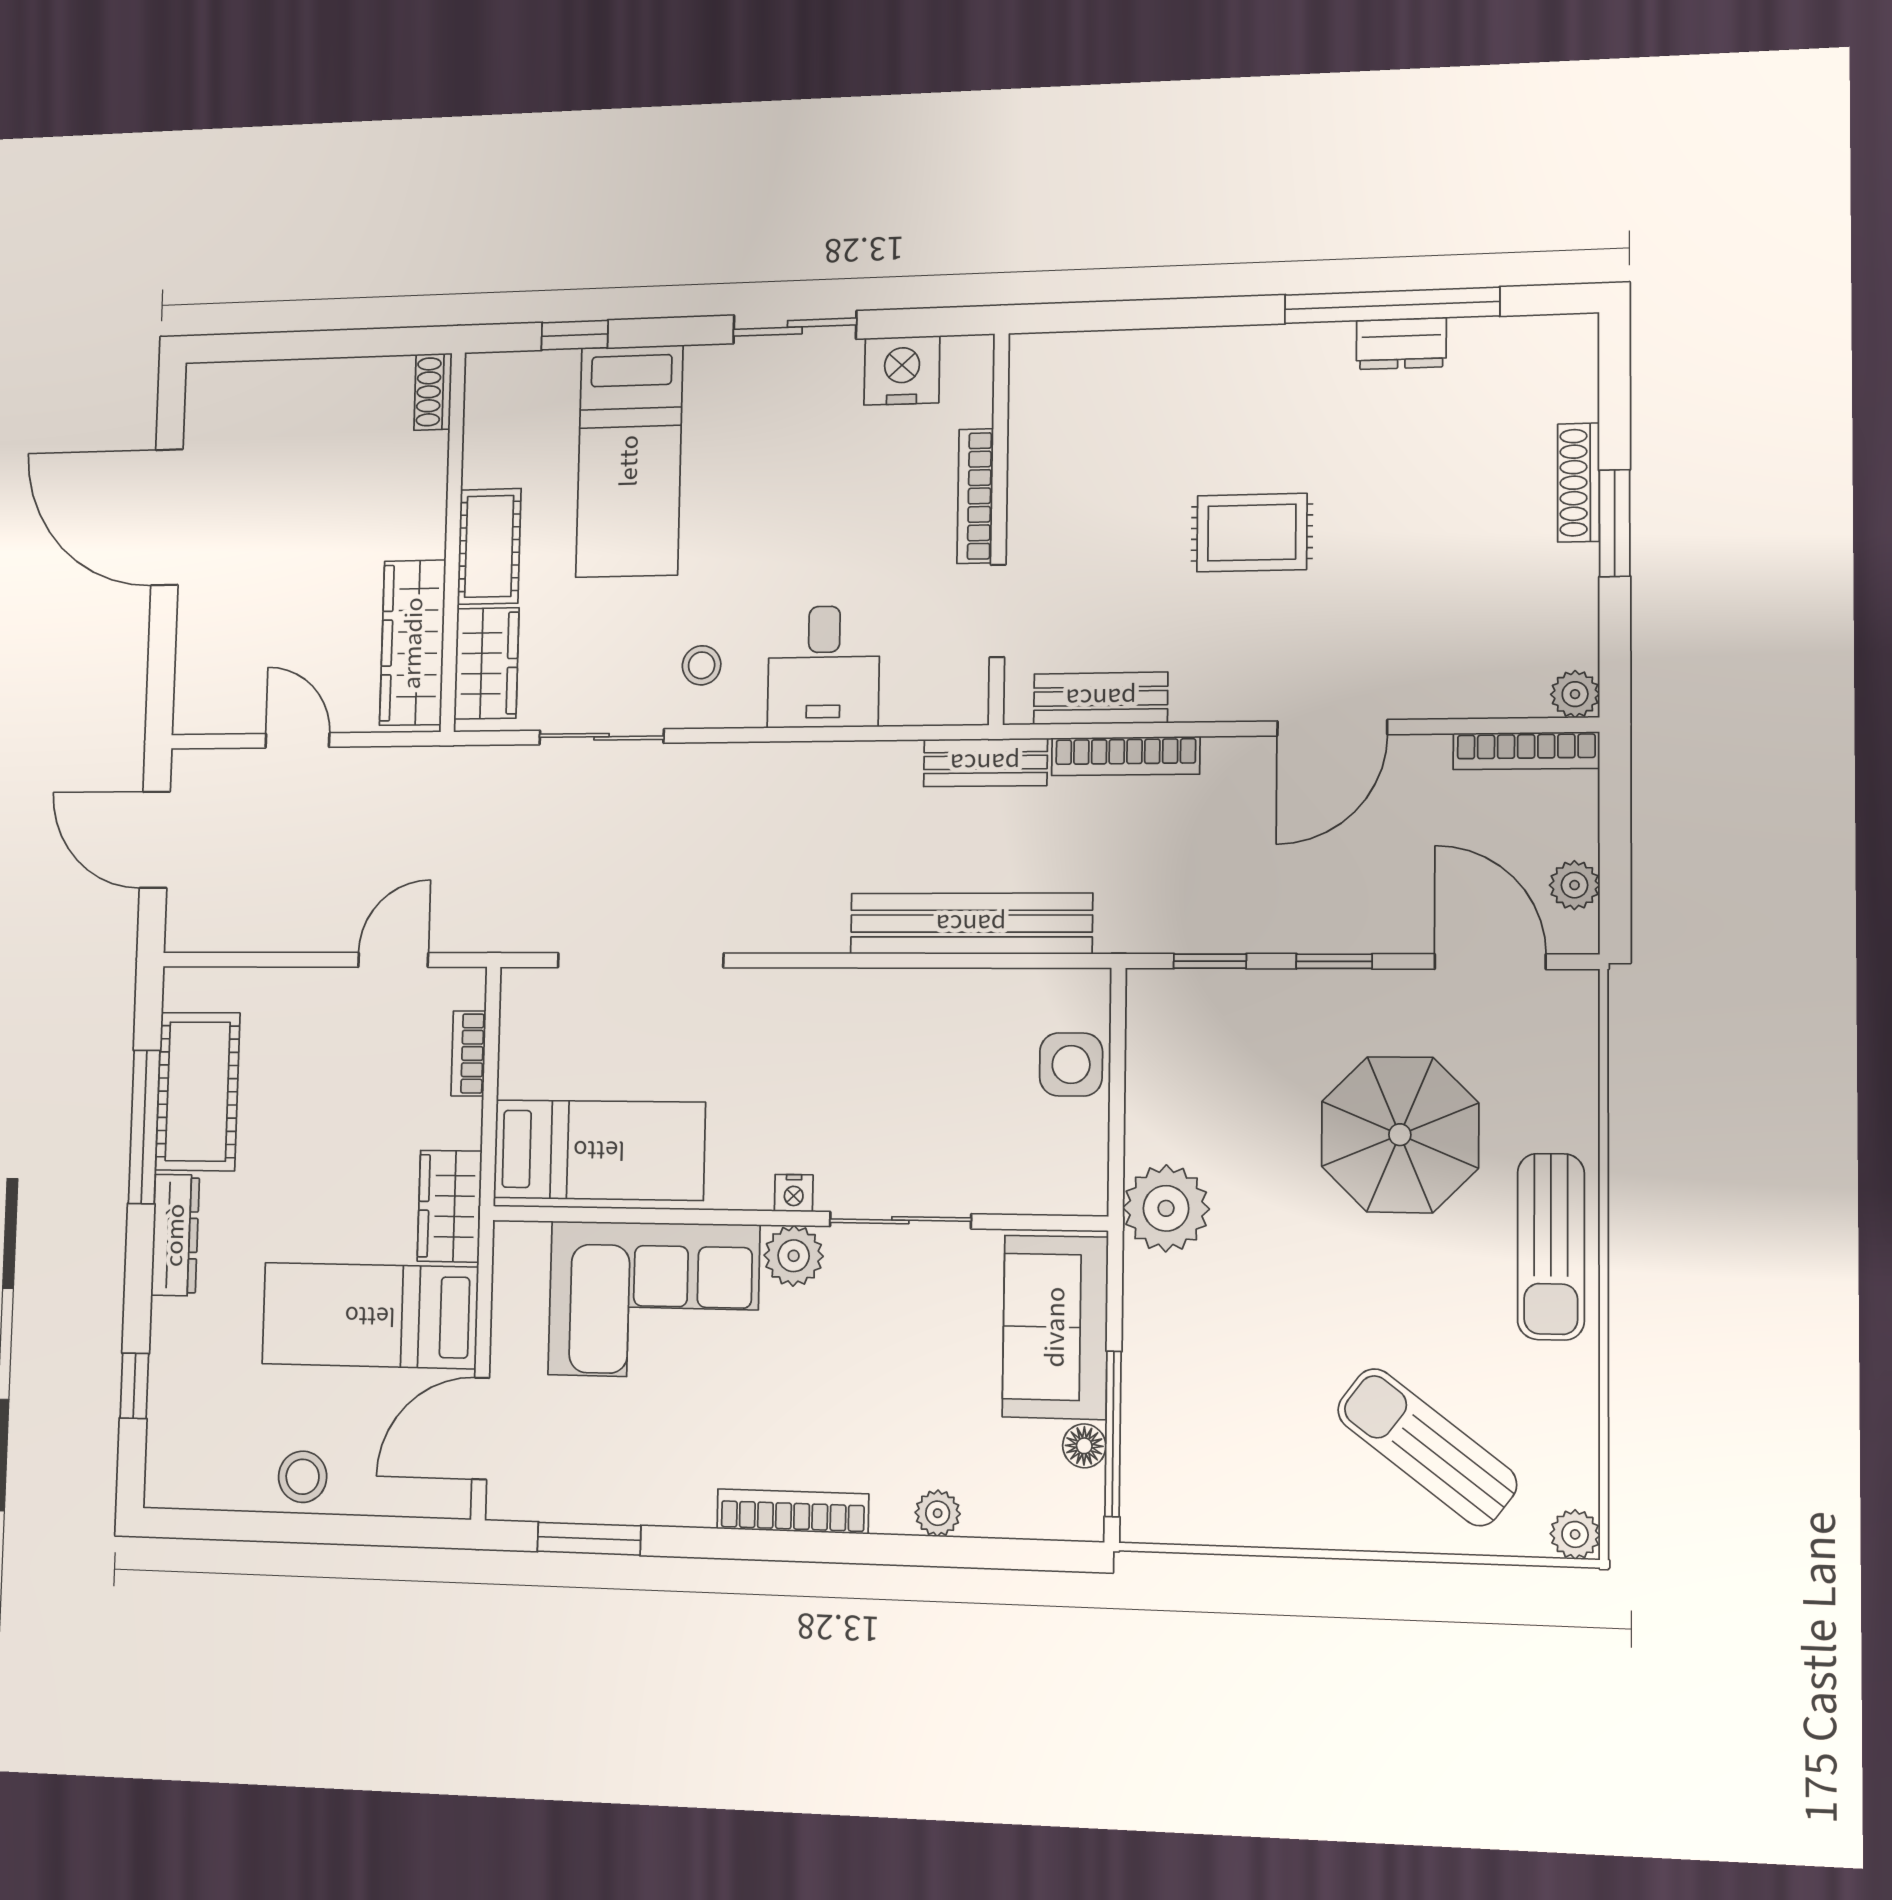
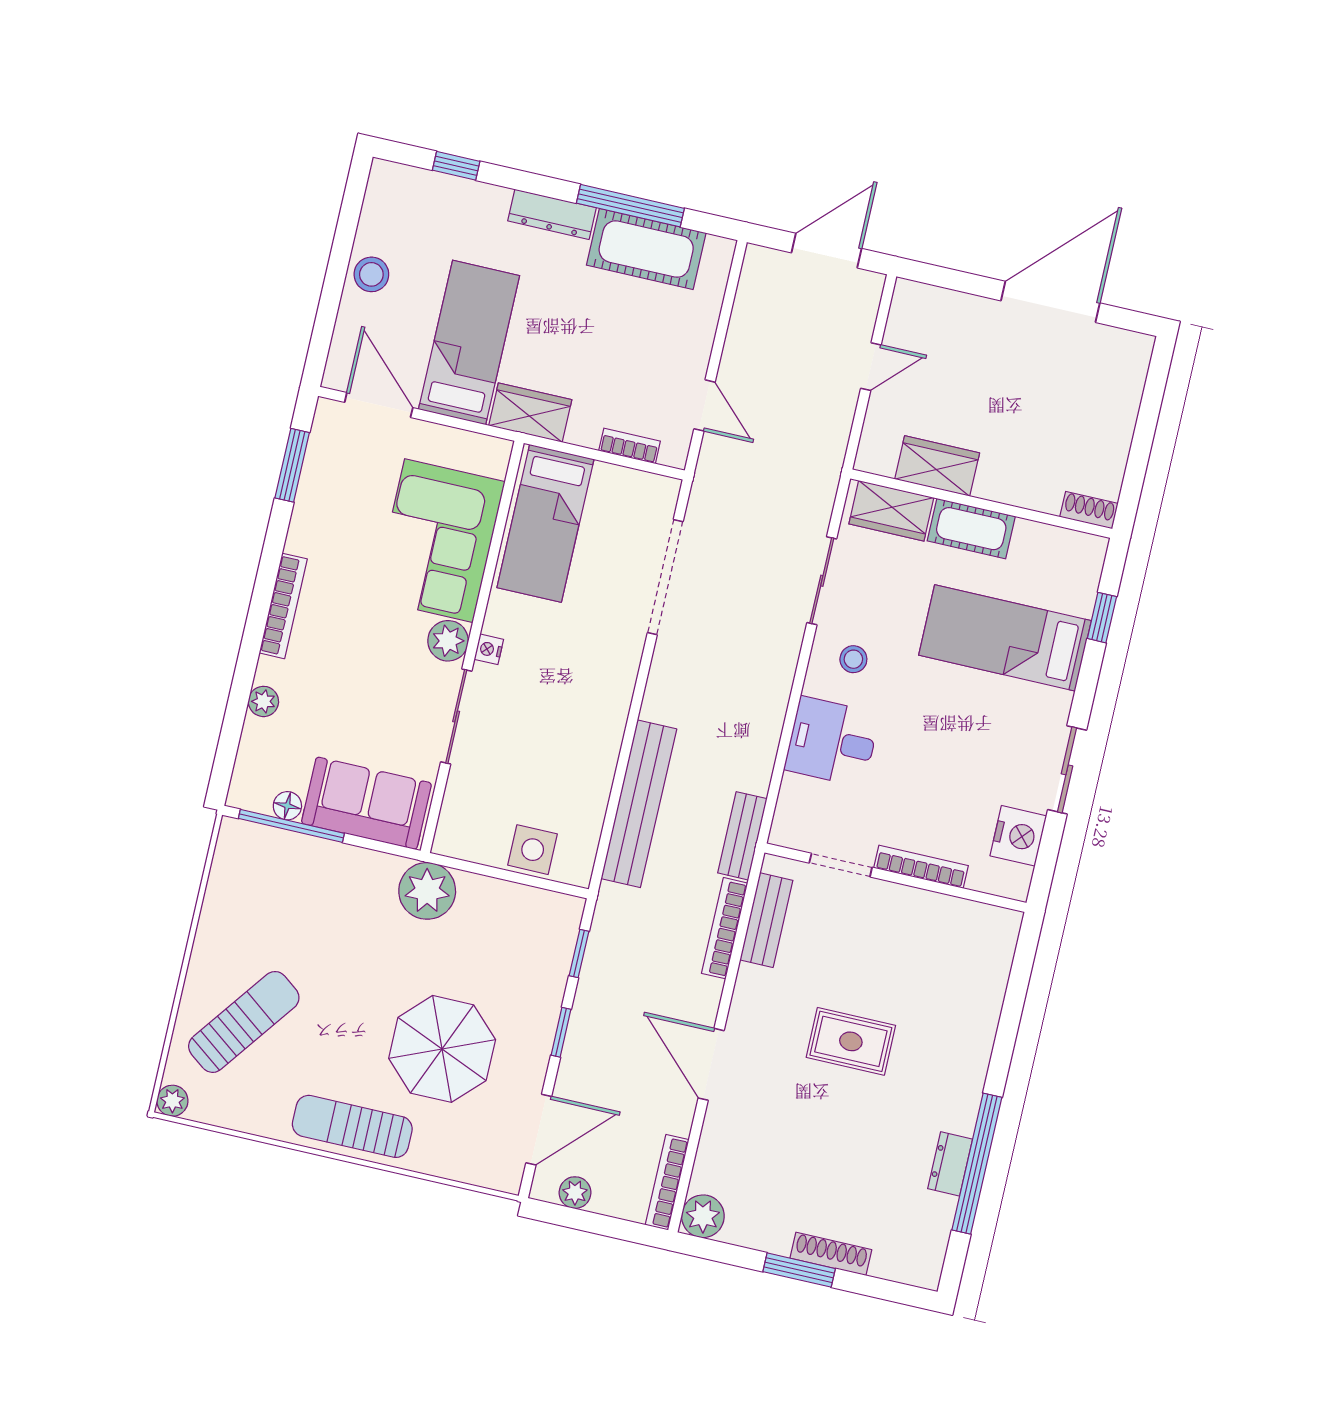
rug: (1252, 533) -> (851, 1041), turned 90
wardrobe: (413, 643) -> (937, 466), width x0.67
plant: (1575, 694) -> (703, 1216), width x1.38, depth x1.38

